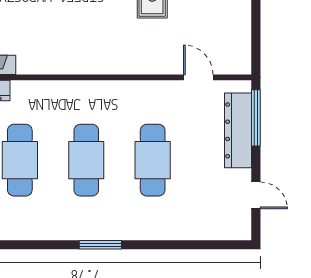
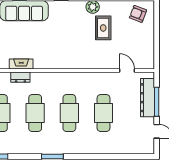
window: (256, 118) -> (157, 102), moved
window: (100, 245) -> (52, 157), moved

